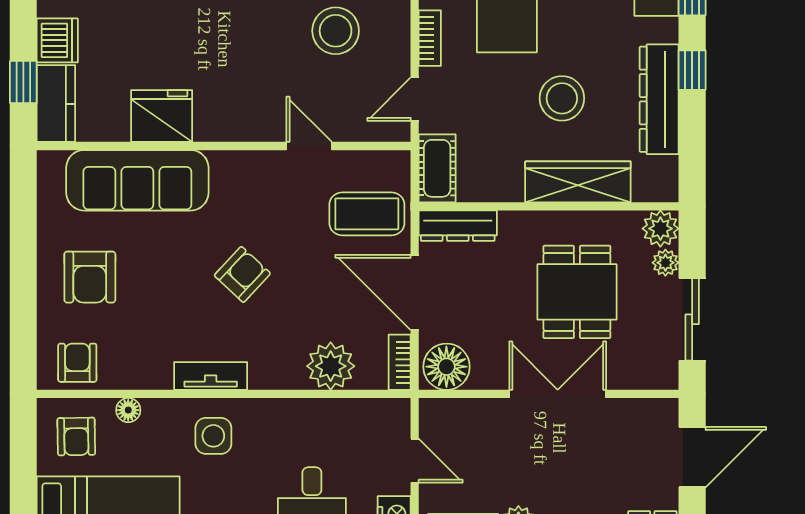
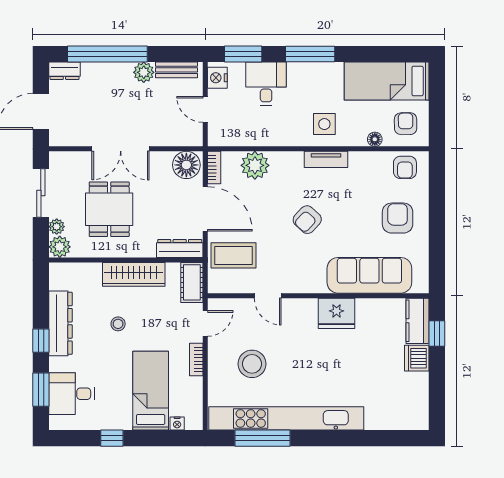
stool: (562, 98) -> (118, 324), width x0.53, depth x0.53
fridge: (162, 116) -> (337, 313), moved
wardrobe: (578, 182) -> (134, 274), moved

